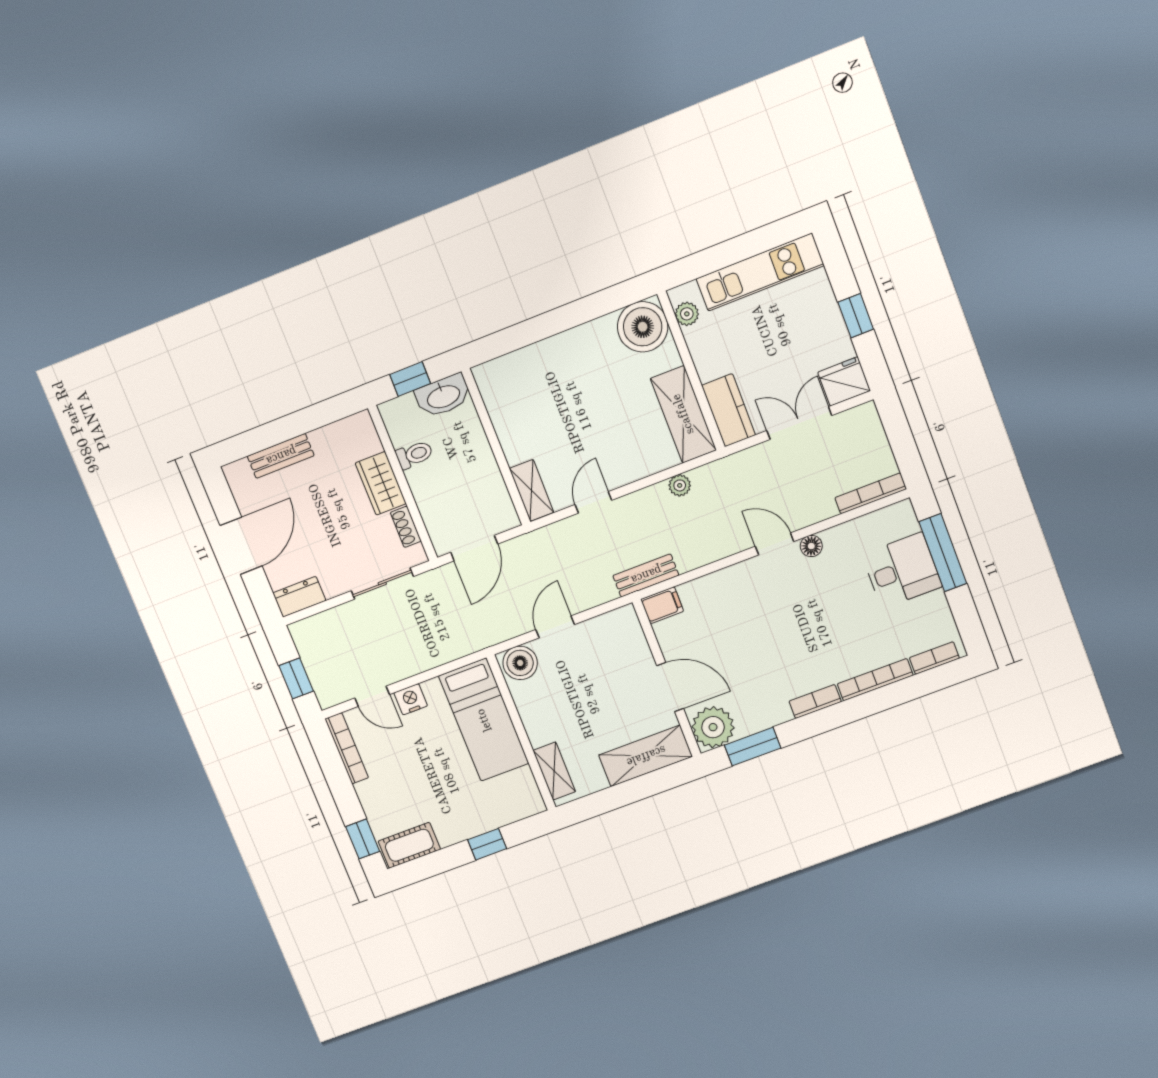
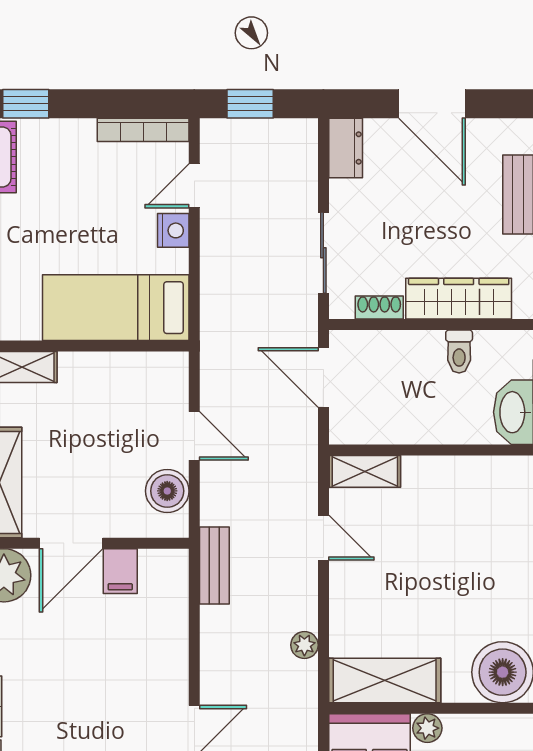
plant: (687, 314) -> (427, 728), moved
wardrobe: (381, 483) -> (459, 299), width x1.50
filing cabinet: (662, 605) -> (120, 571), moved
boiler: (520, 663) -> (167, 491), moved

